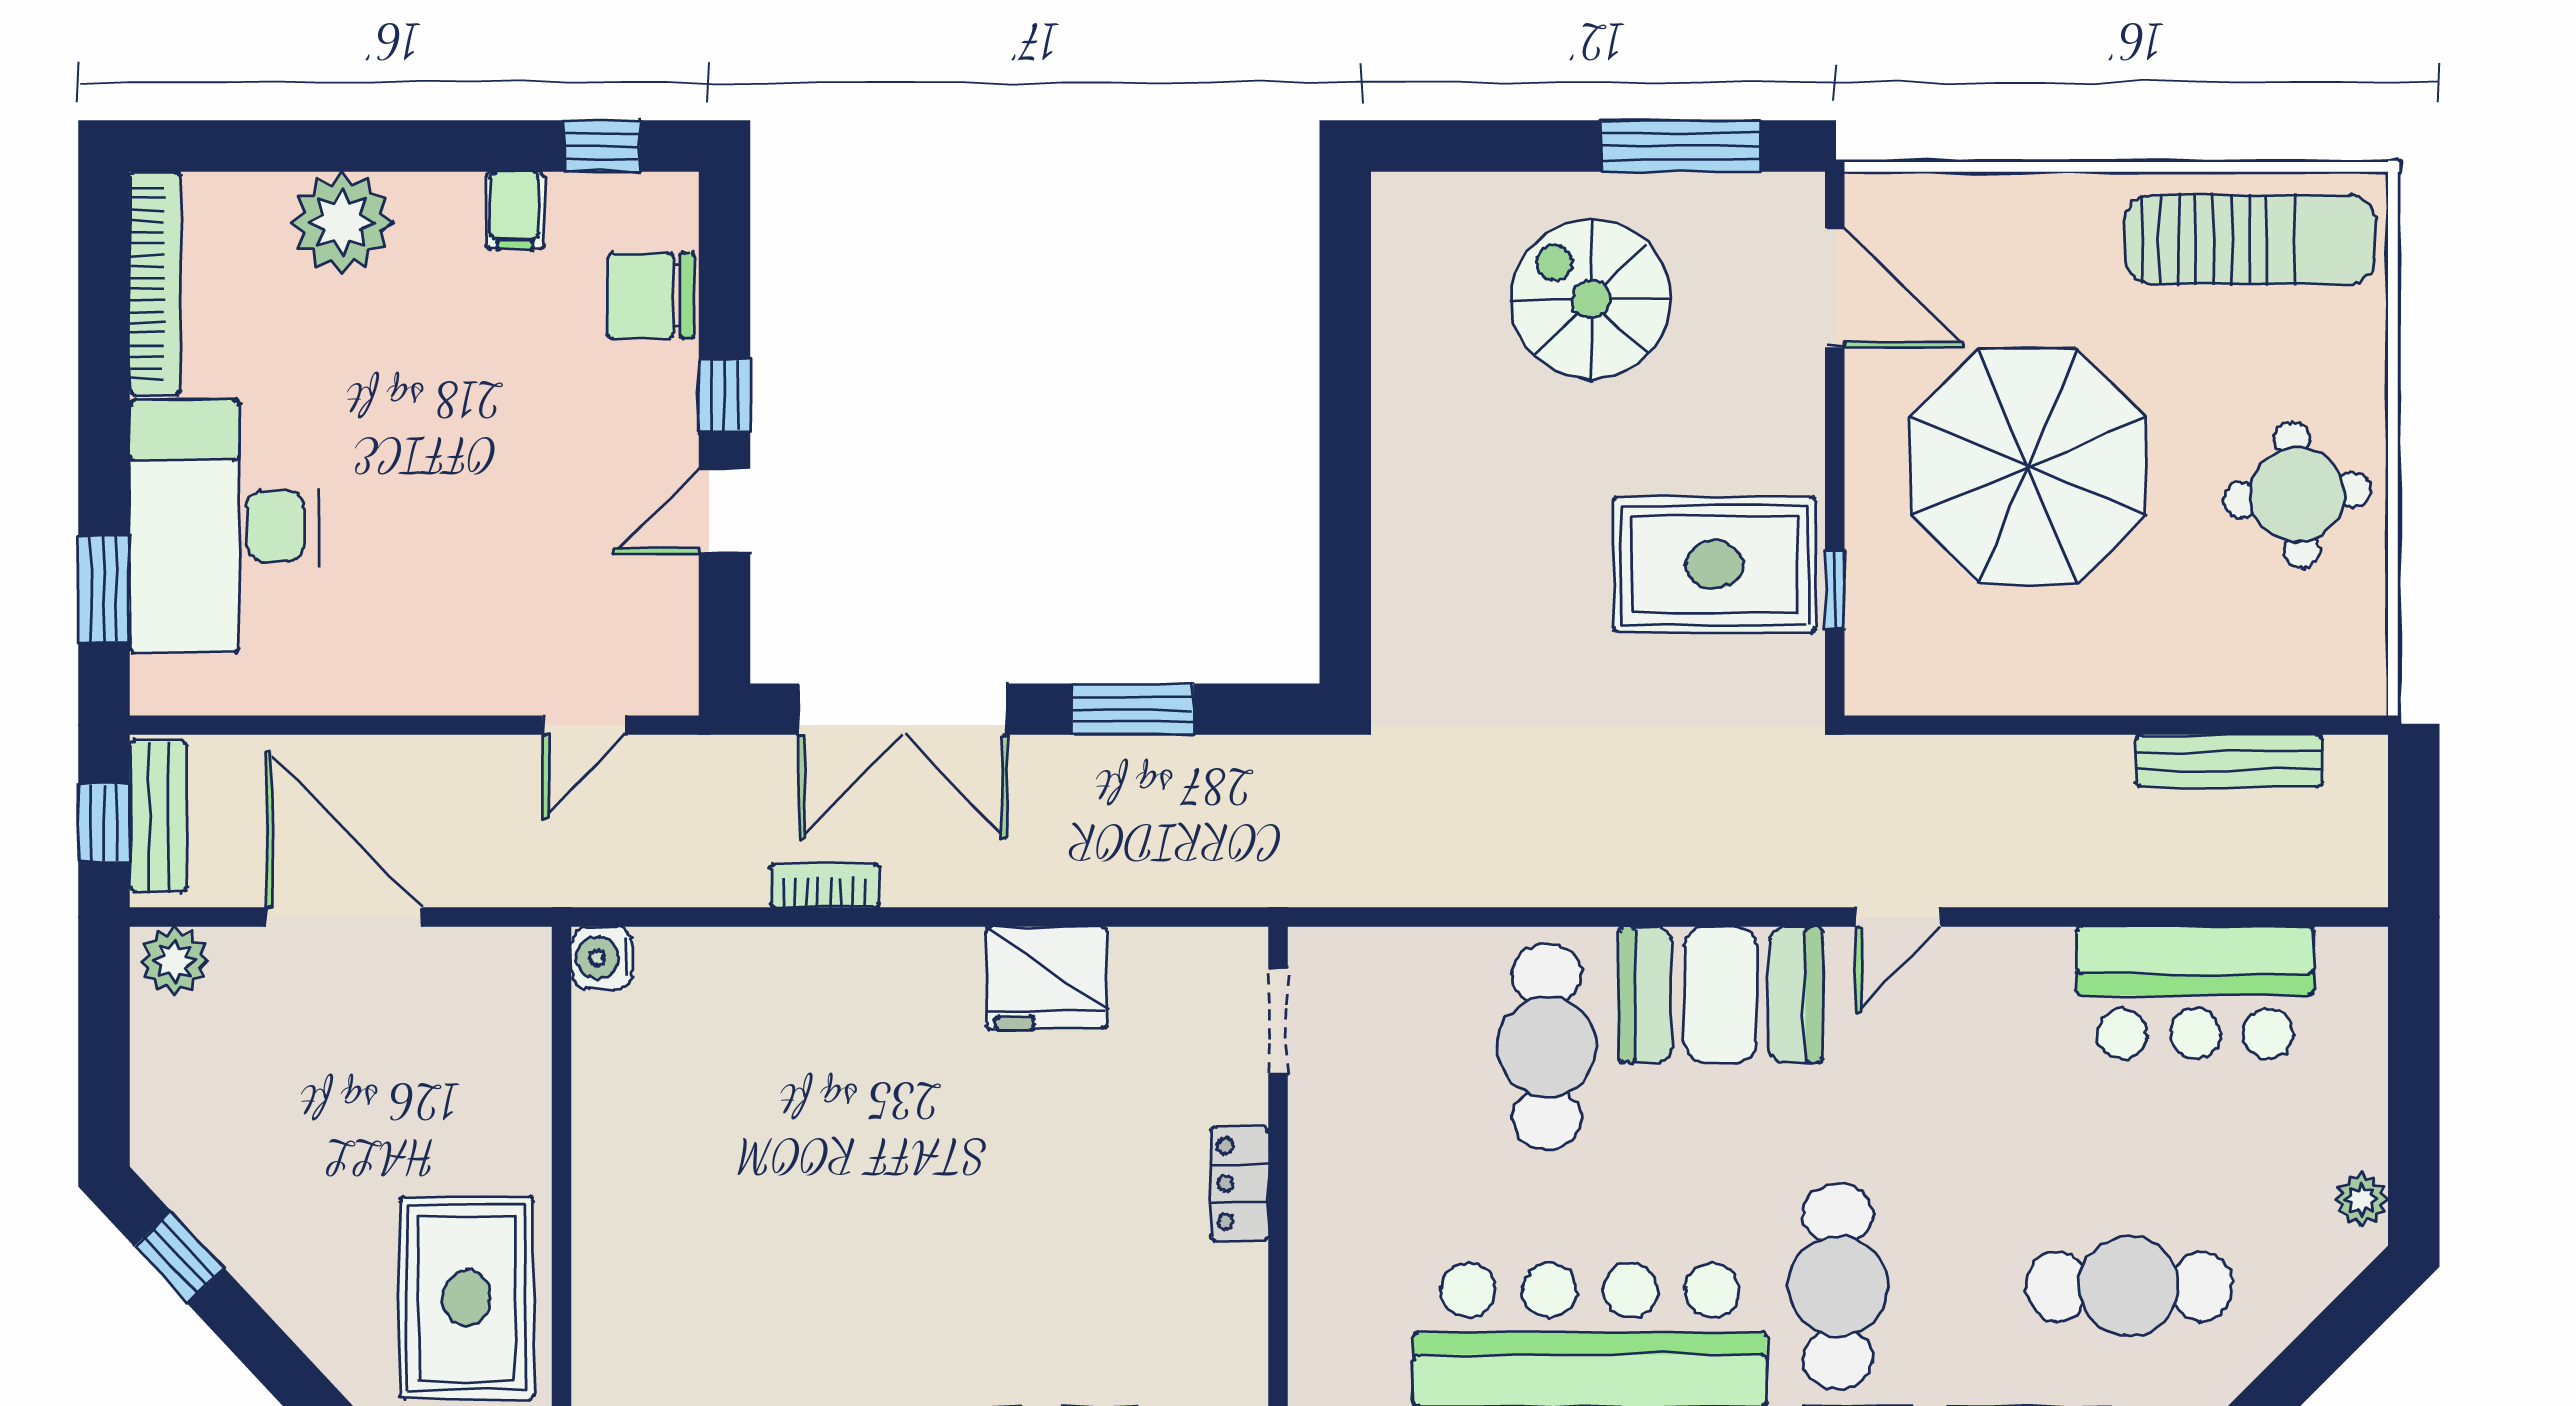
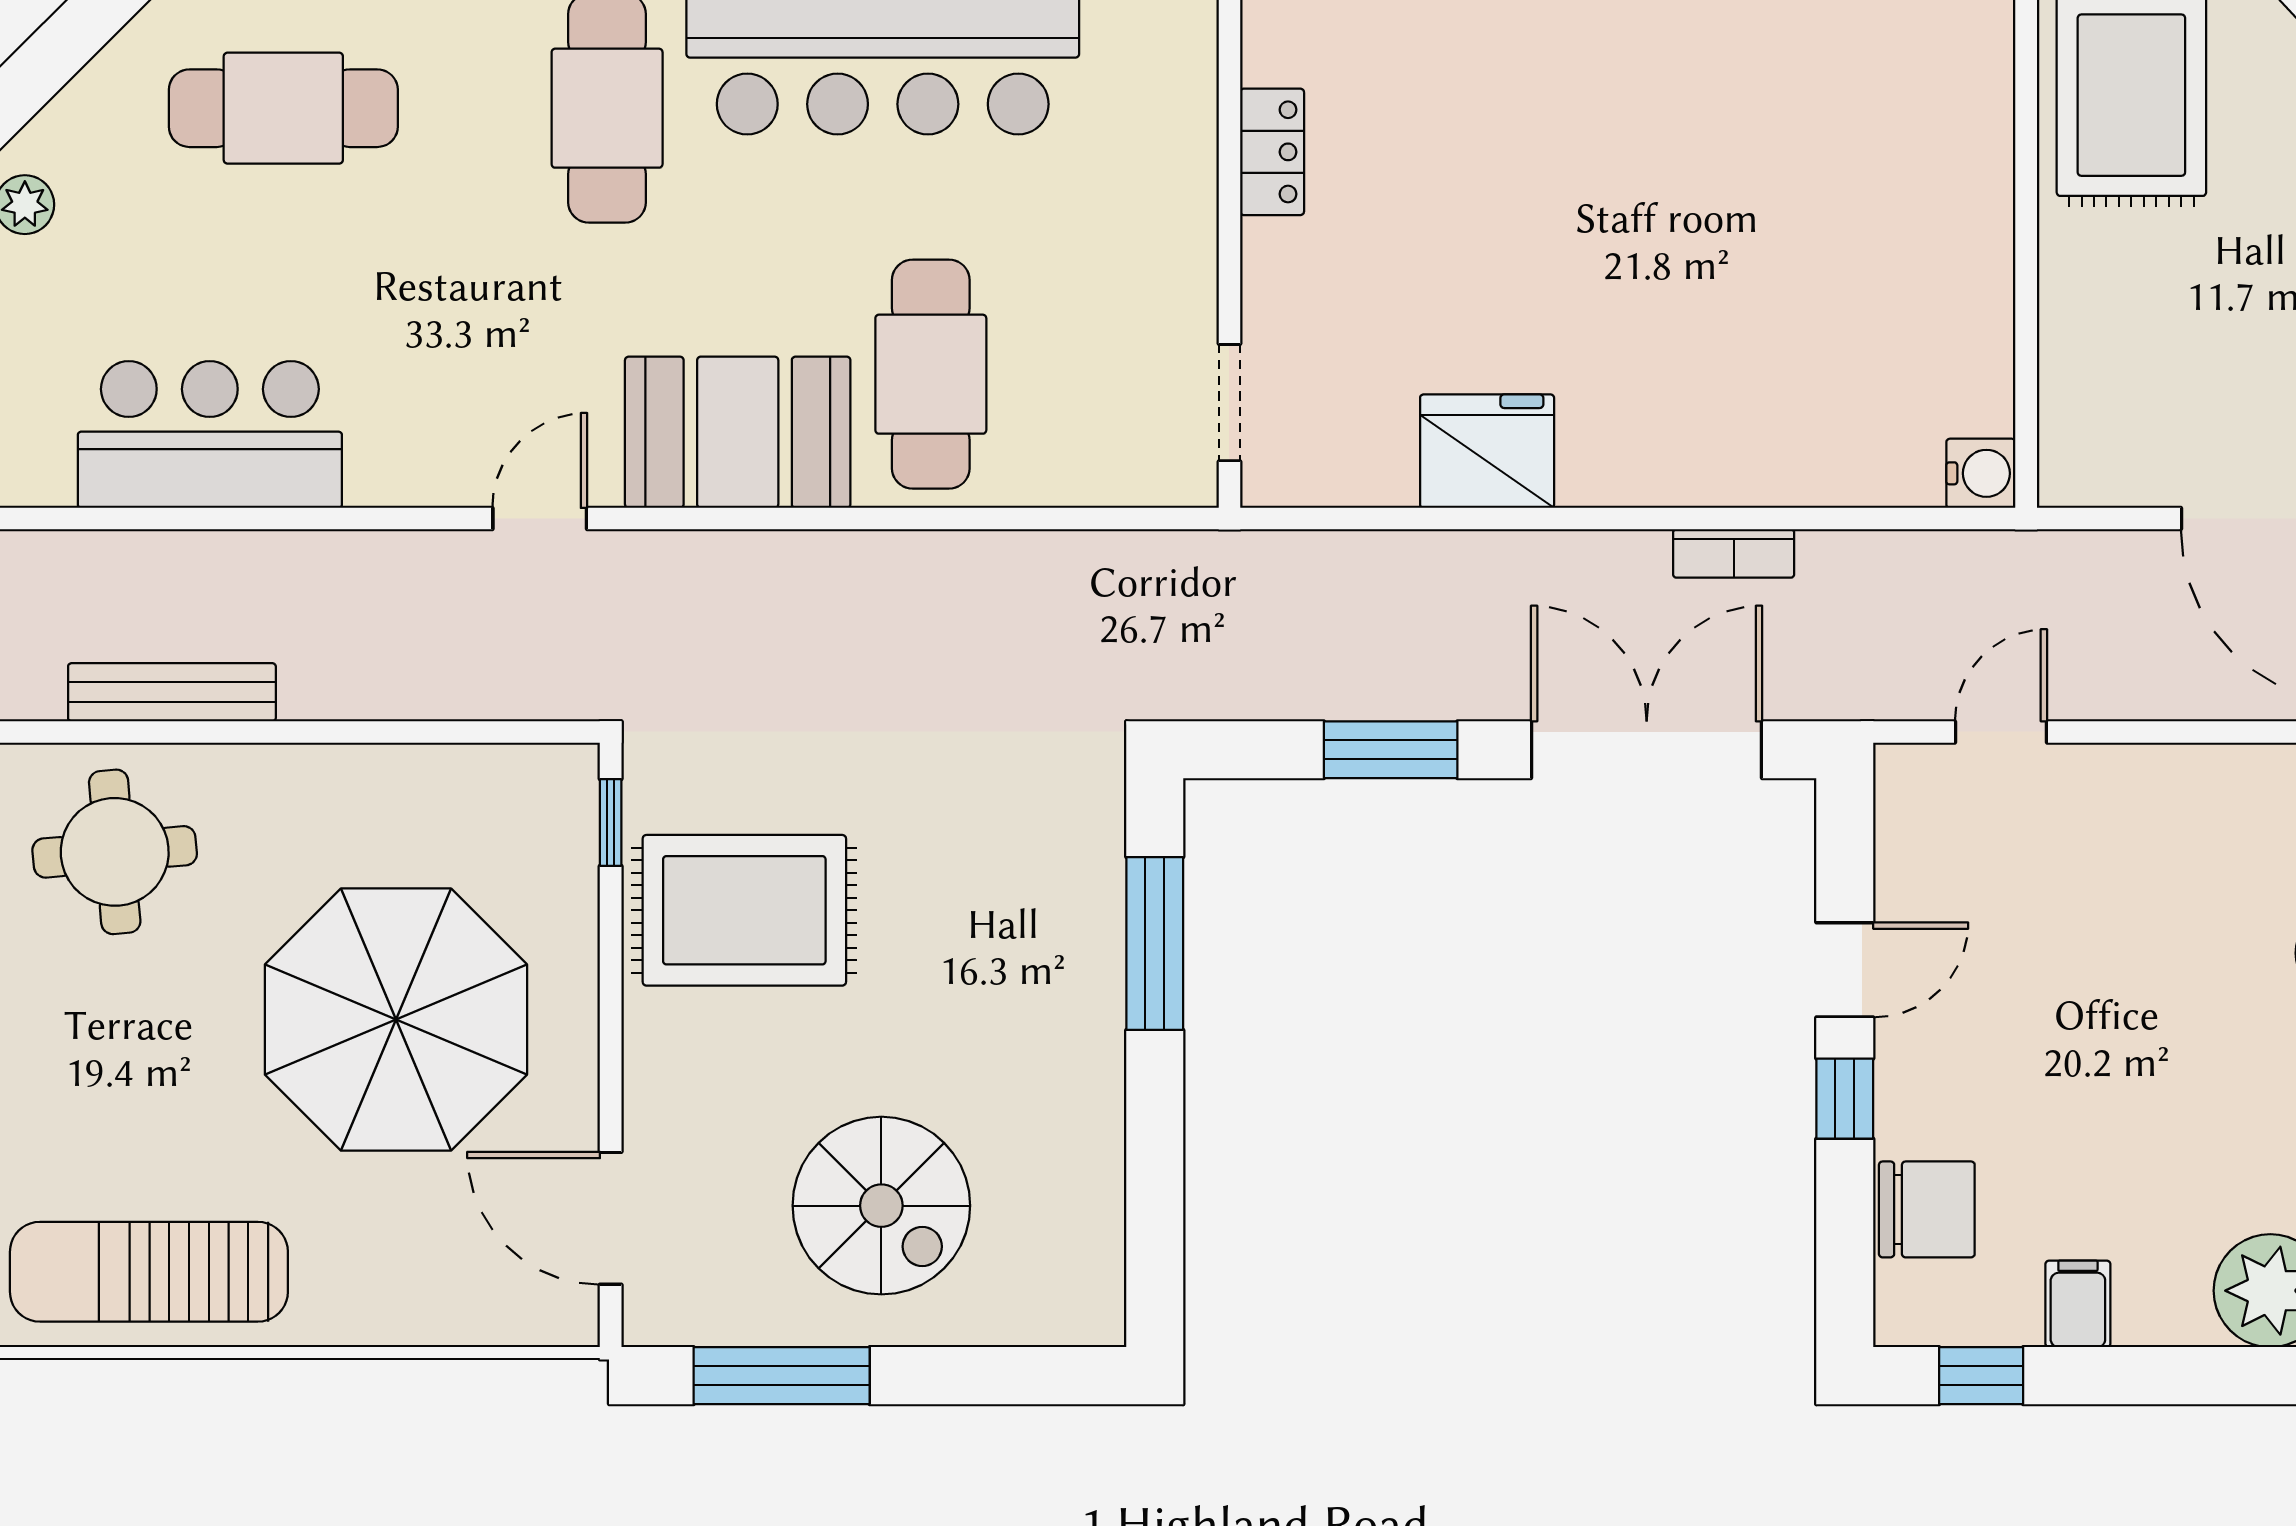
round table: (2297, 495) -> (115, 852), moved
window: (1345, 535) -> (1155, 943), added
window: (1835, 590) -> (611, 823), moved
locker: (1240, 1184) -> (1272, 152), moved

